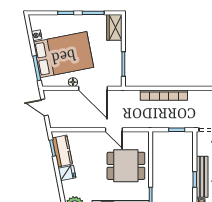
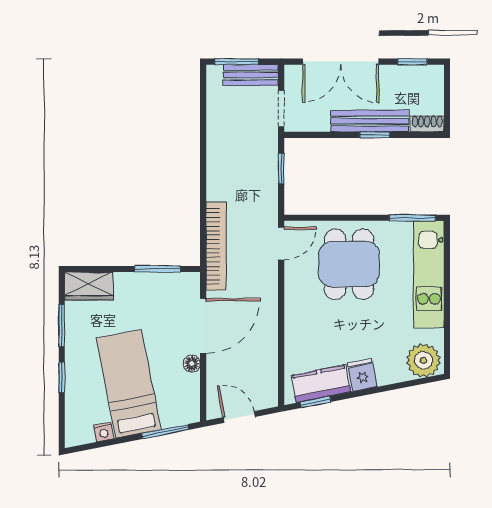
bed: (63, 55) -> (129, 384), width x0.67
bookcase: (164, 95) -> (216, 246), moved
door: (45, 107) -> (239, 417), swing flipped
door: (114, 130) -> (281, 244), moved

